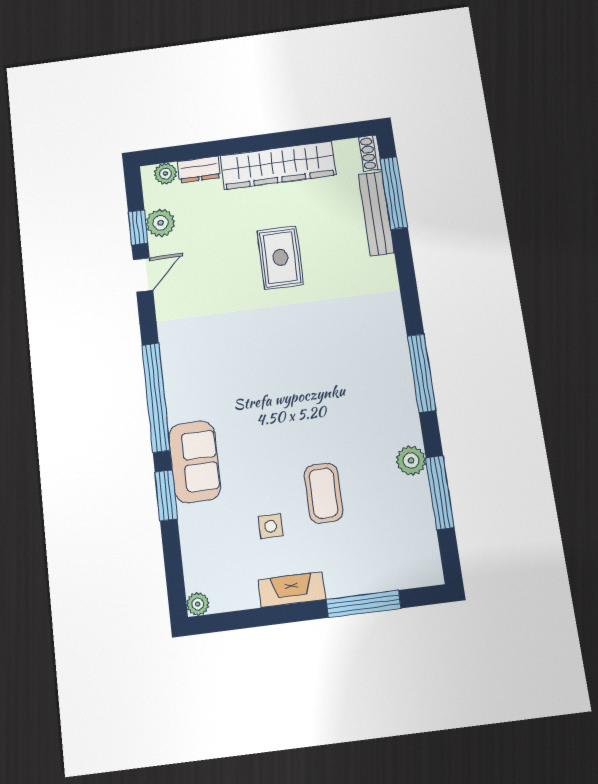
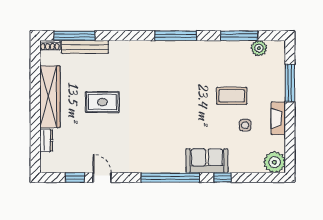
plant: (165, 174) -> (46, 159), removed
plant: (161, 223) -> (74, 165), removed
plant: (411, 460) -> (259, 48), moved
window: (166, 495) -> (222, 178), width x0.67
plant: (198, 604) -> (274, 162), width x1.87, depth x1.87

